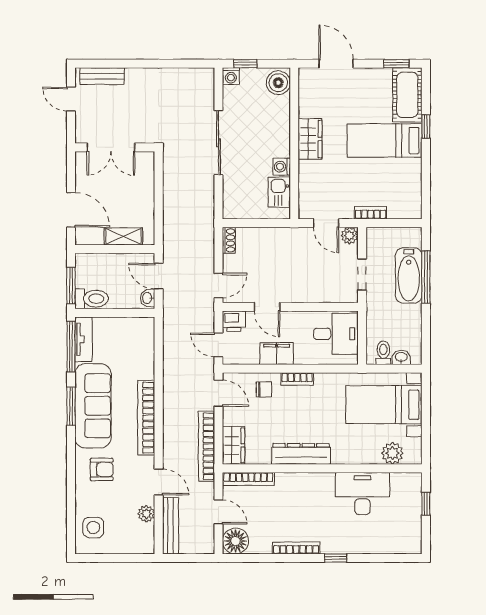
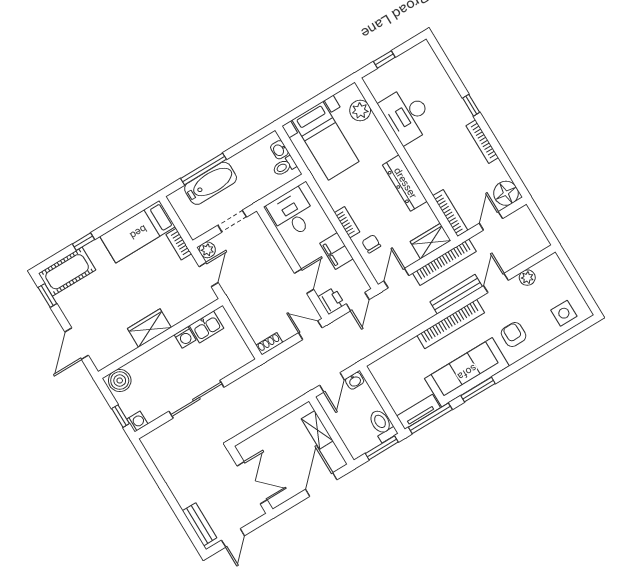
bed: (384, 141) -> (138, 232), moved, turned 90
bench: (171, 526) -> (456, 294), moved

